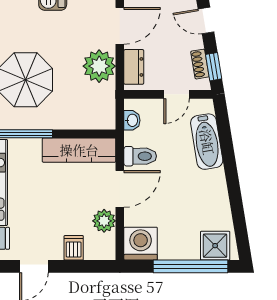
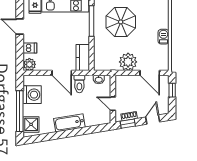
dresser: (134, 67) -> (128, 80), removed
bathtub: (207, 142) -> (69, 123), moved
kitchen counter: (79, 150) -> (83, 58), width x0.67
plant: (104, 221) -> (29, 64), moved
washing machine: (141, 244) -> (32, 95), moved

